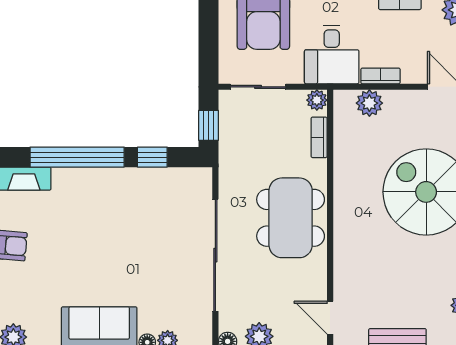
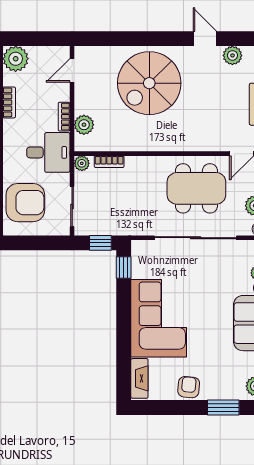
window: (77, 157) -> (124, 339), removed
window: (152, 157) -> (124, 267), moved
corner sofa: (106, 205) -> (159, 318), added
dining table: (291, 218) -> (196, 188), moved

